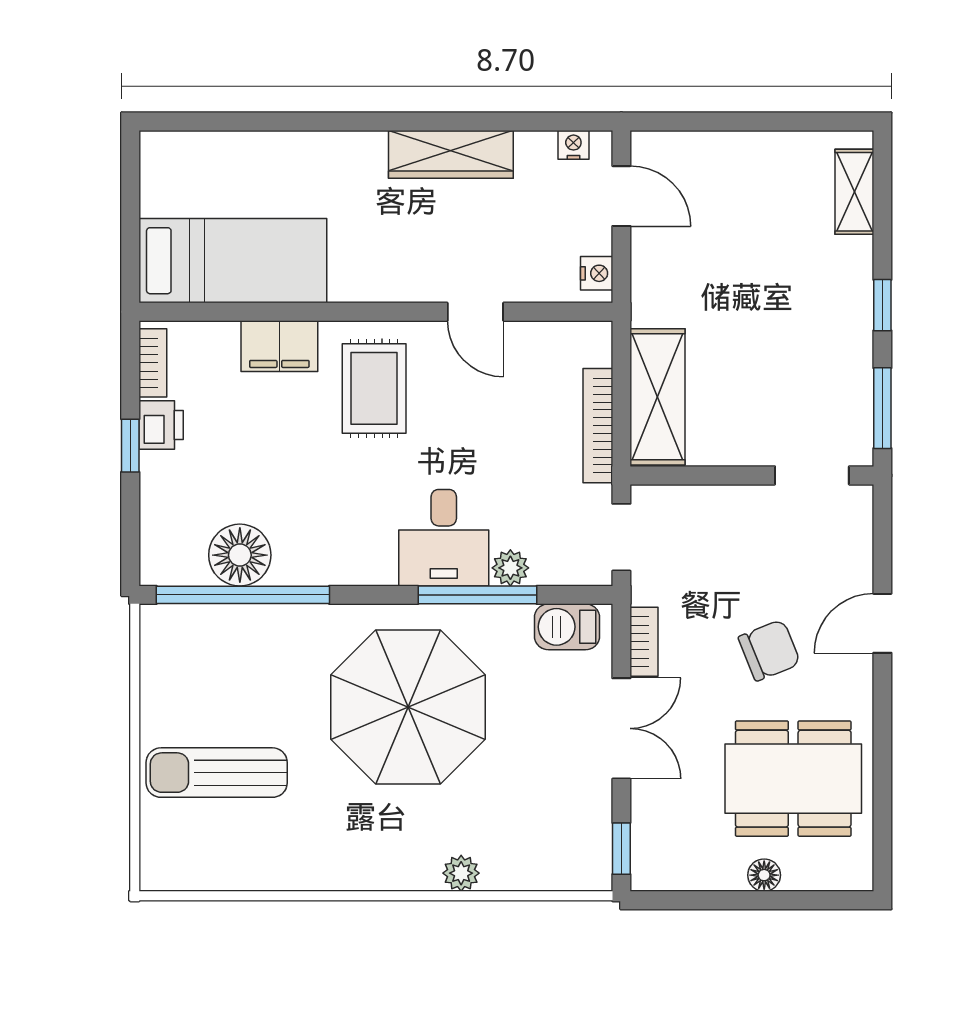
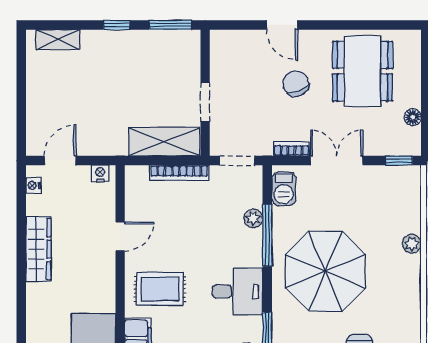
doorway: (812, 475) -> (205, 102), moved
desk: (444, 538) -> (237, 291), moved
floor lamp: (764, 875) -> (413, 117), moved

